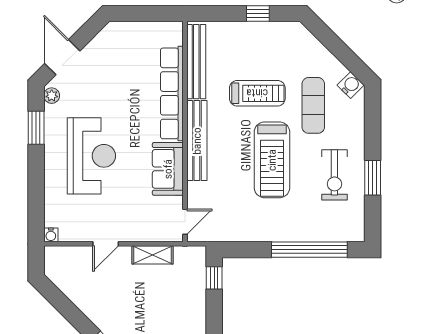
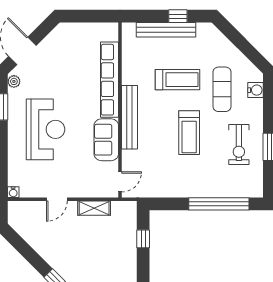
bench: (196, 62) -> (166, 30), moved, turned 90
water cooler: (351, 85) -> (255, 90), moved, turned 45
treadmill: (272, 160) -> (189, 133), width x0.73, depth x0.73
window: (214, 278) -> (143, 239), moved

